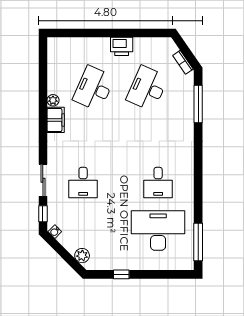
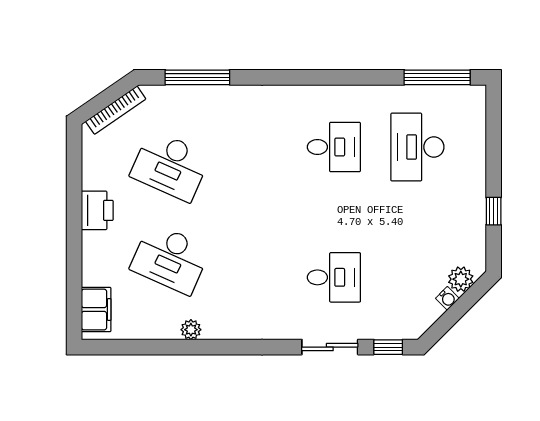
bookcase: (183, 62) -> (116, 110), width x1.56
filing cabinet: (56, 120) -> (96, 310), moved, turned 90
desk: (158, 231) -> (417, 147), width x0.73, depth x0.77
water cooler: (55, 232) -> (447, 298), moved

